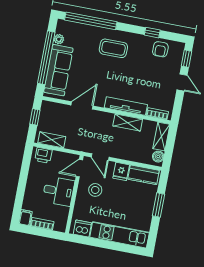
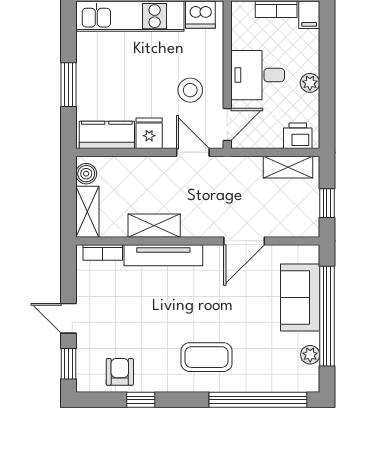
sofa: (58, 70) -> (300, 298), width x0.73
plant: (32, 182) -> (310, 83), added

